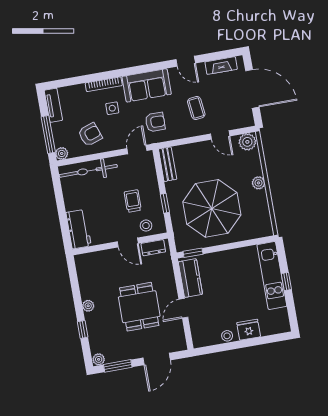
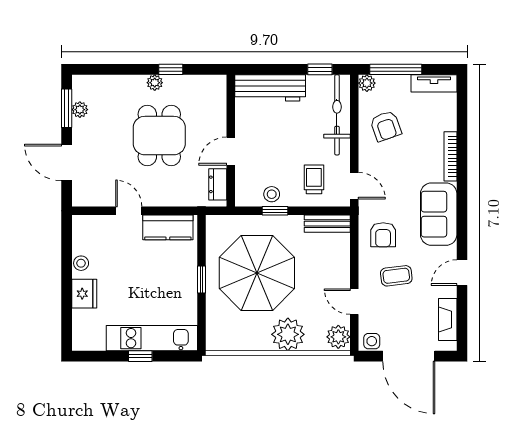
door: (252, 89) -> (409, 356), hinge flipped
side table: (112, 108) -> (372, 341), moved
armchair: (155, 122) -> (383, 235), moved
door: (220, 135) -> (354, 302), hinge flipped
plant: (258, 183) -> (288, 334), width x1.88, depth x1.88
window: (58, 189) -> (320, 69), added
trolley: (133, 201) -> (314, 179), moved, turned -90
stool: (146, 226) -> (272, 194), moved
workbench: (79, 229) -> (270, 88), width x1.38
window: (193, 253) -> (201, 280), moved
dining table: (139, 307) -> (159, 136), moved, turned 90
window: (83, 329) -> (171, 69), moved
plant: (99, 359) -> (80, 110), moved

